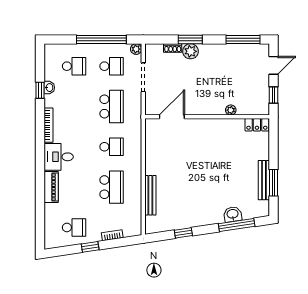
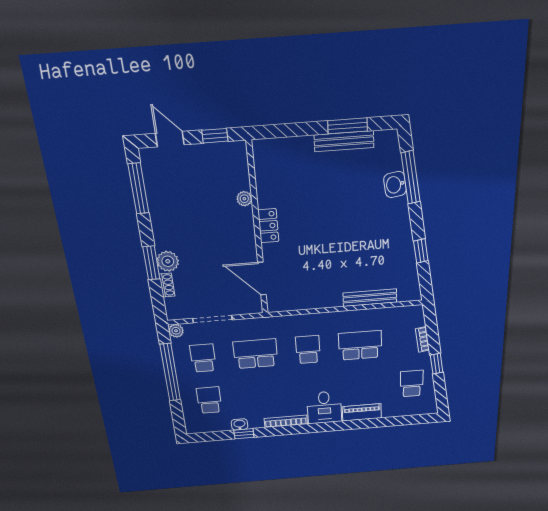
locker: (257, 125) -> (268, 226), moved

